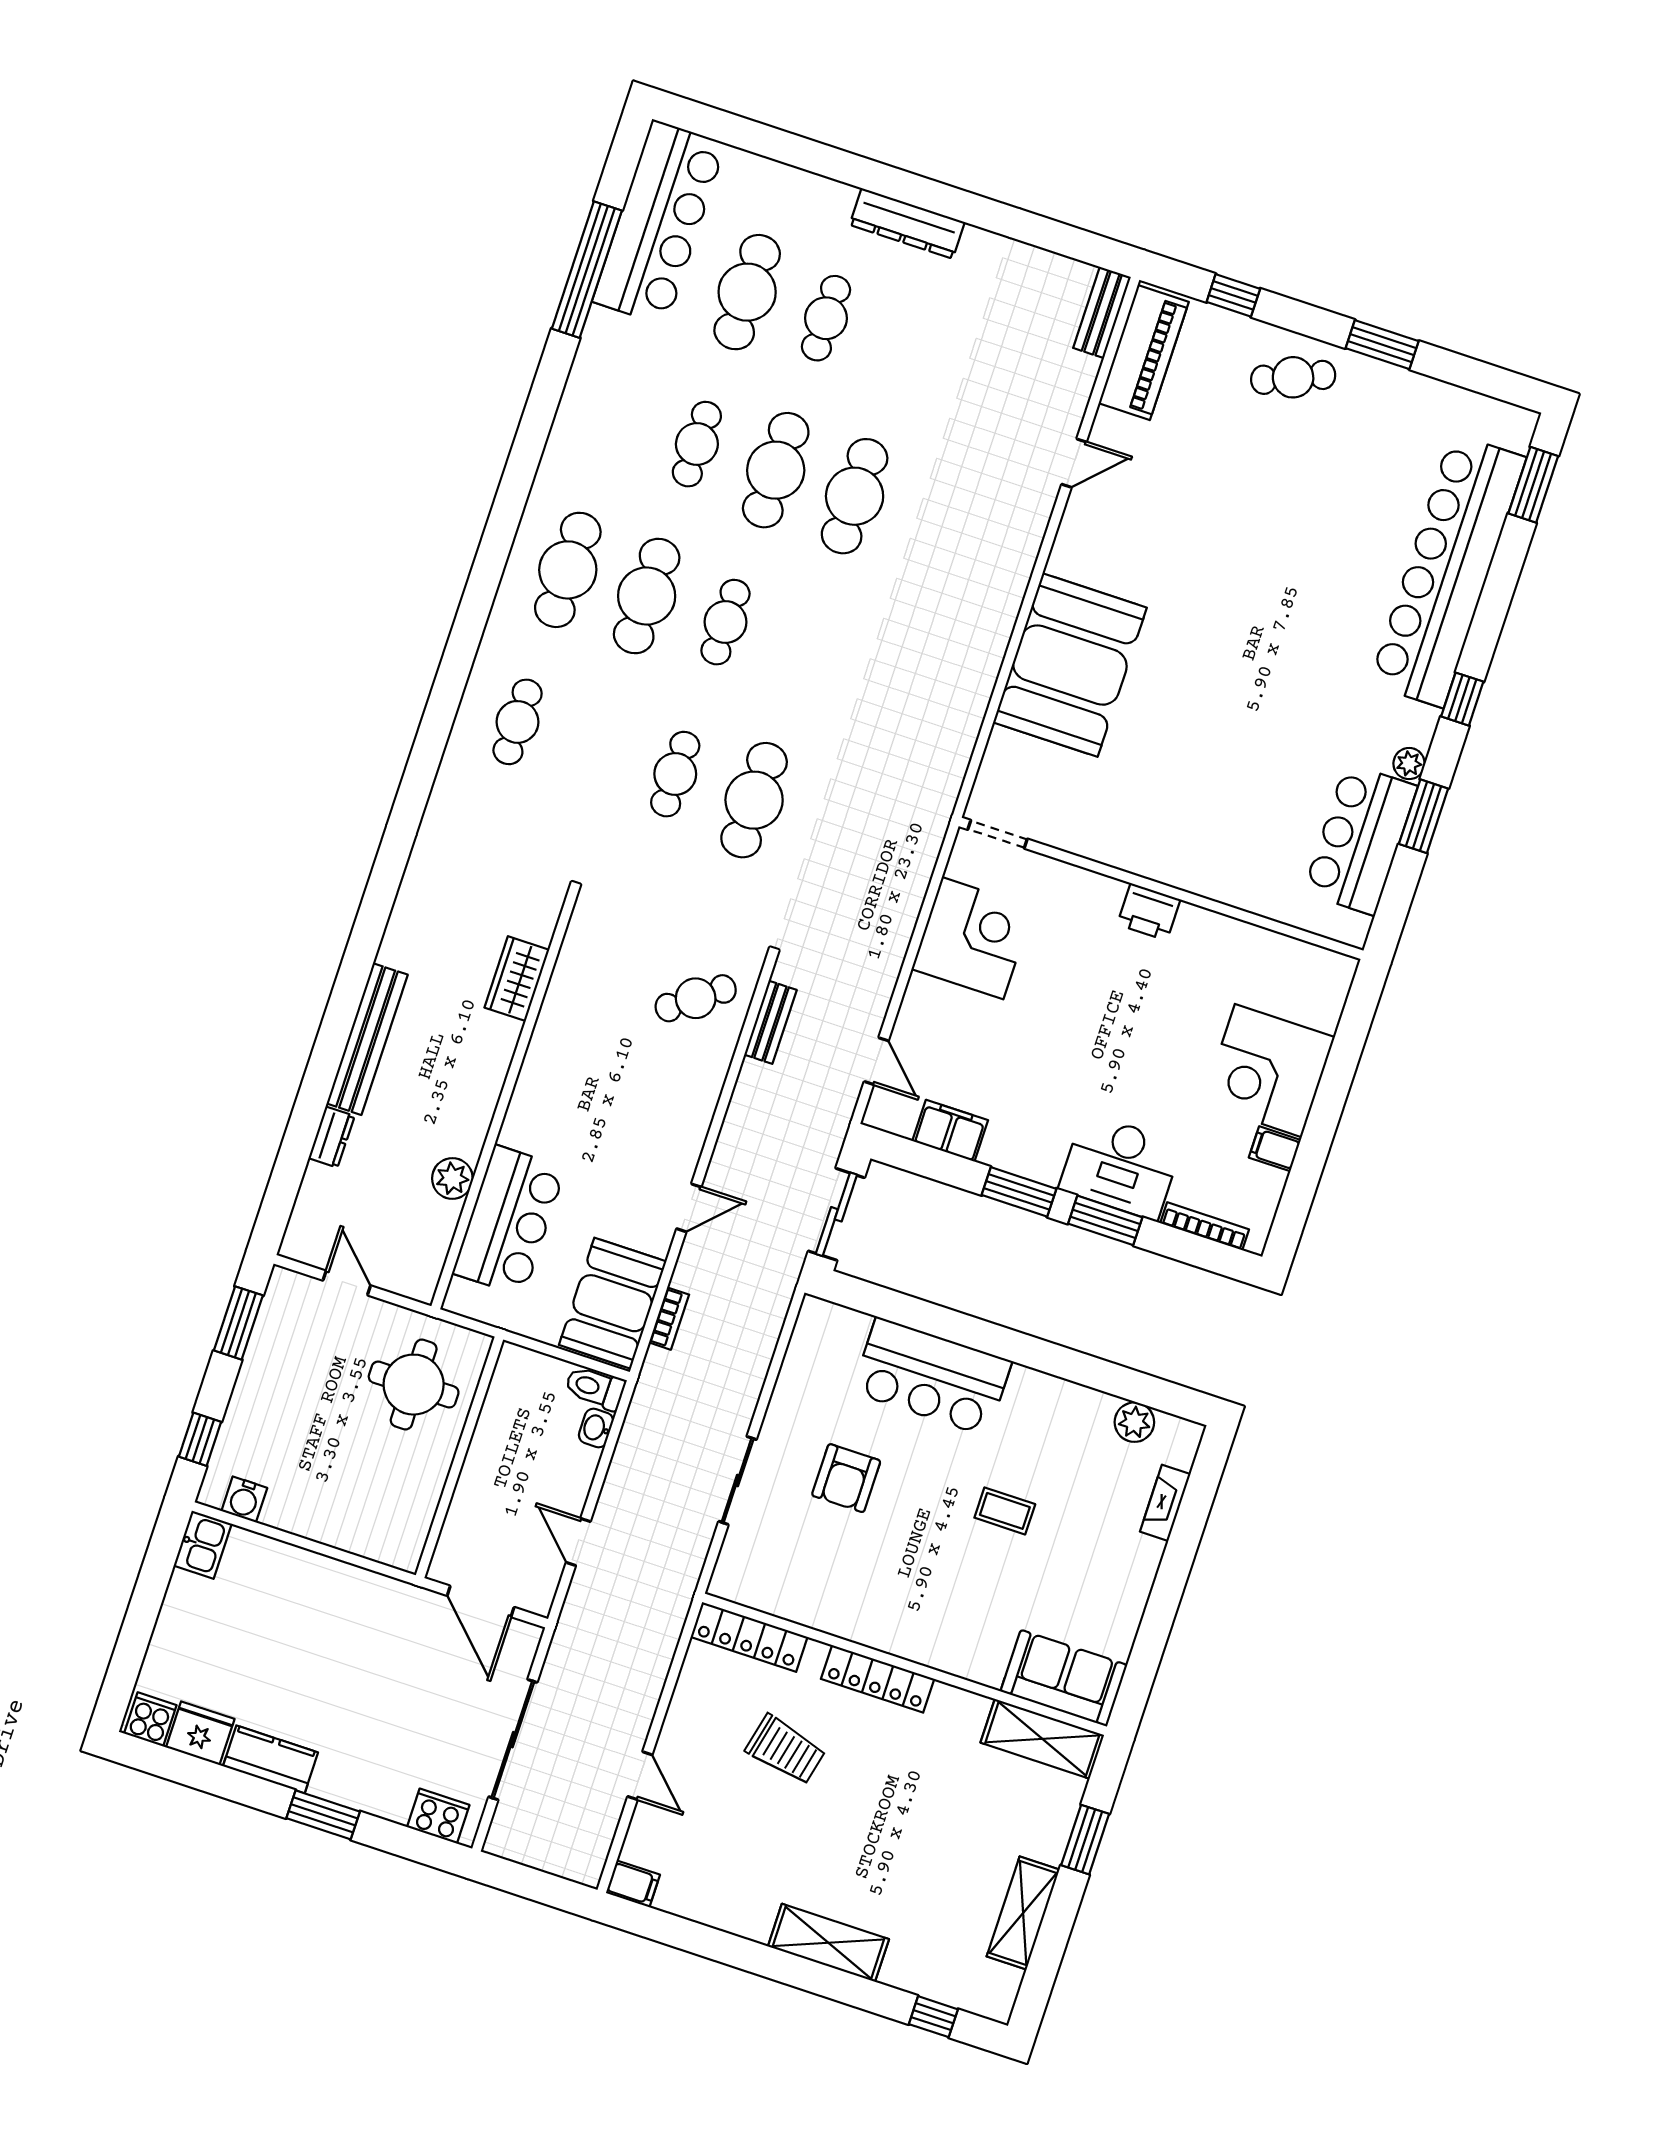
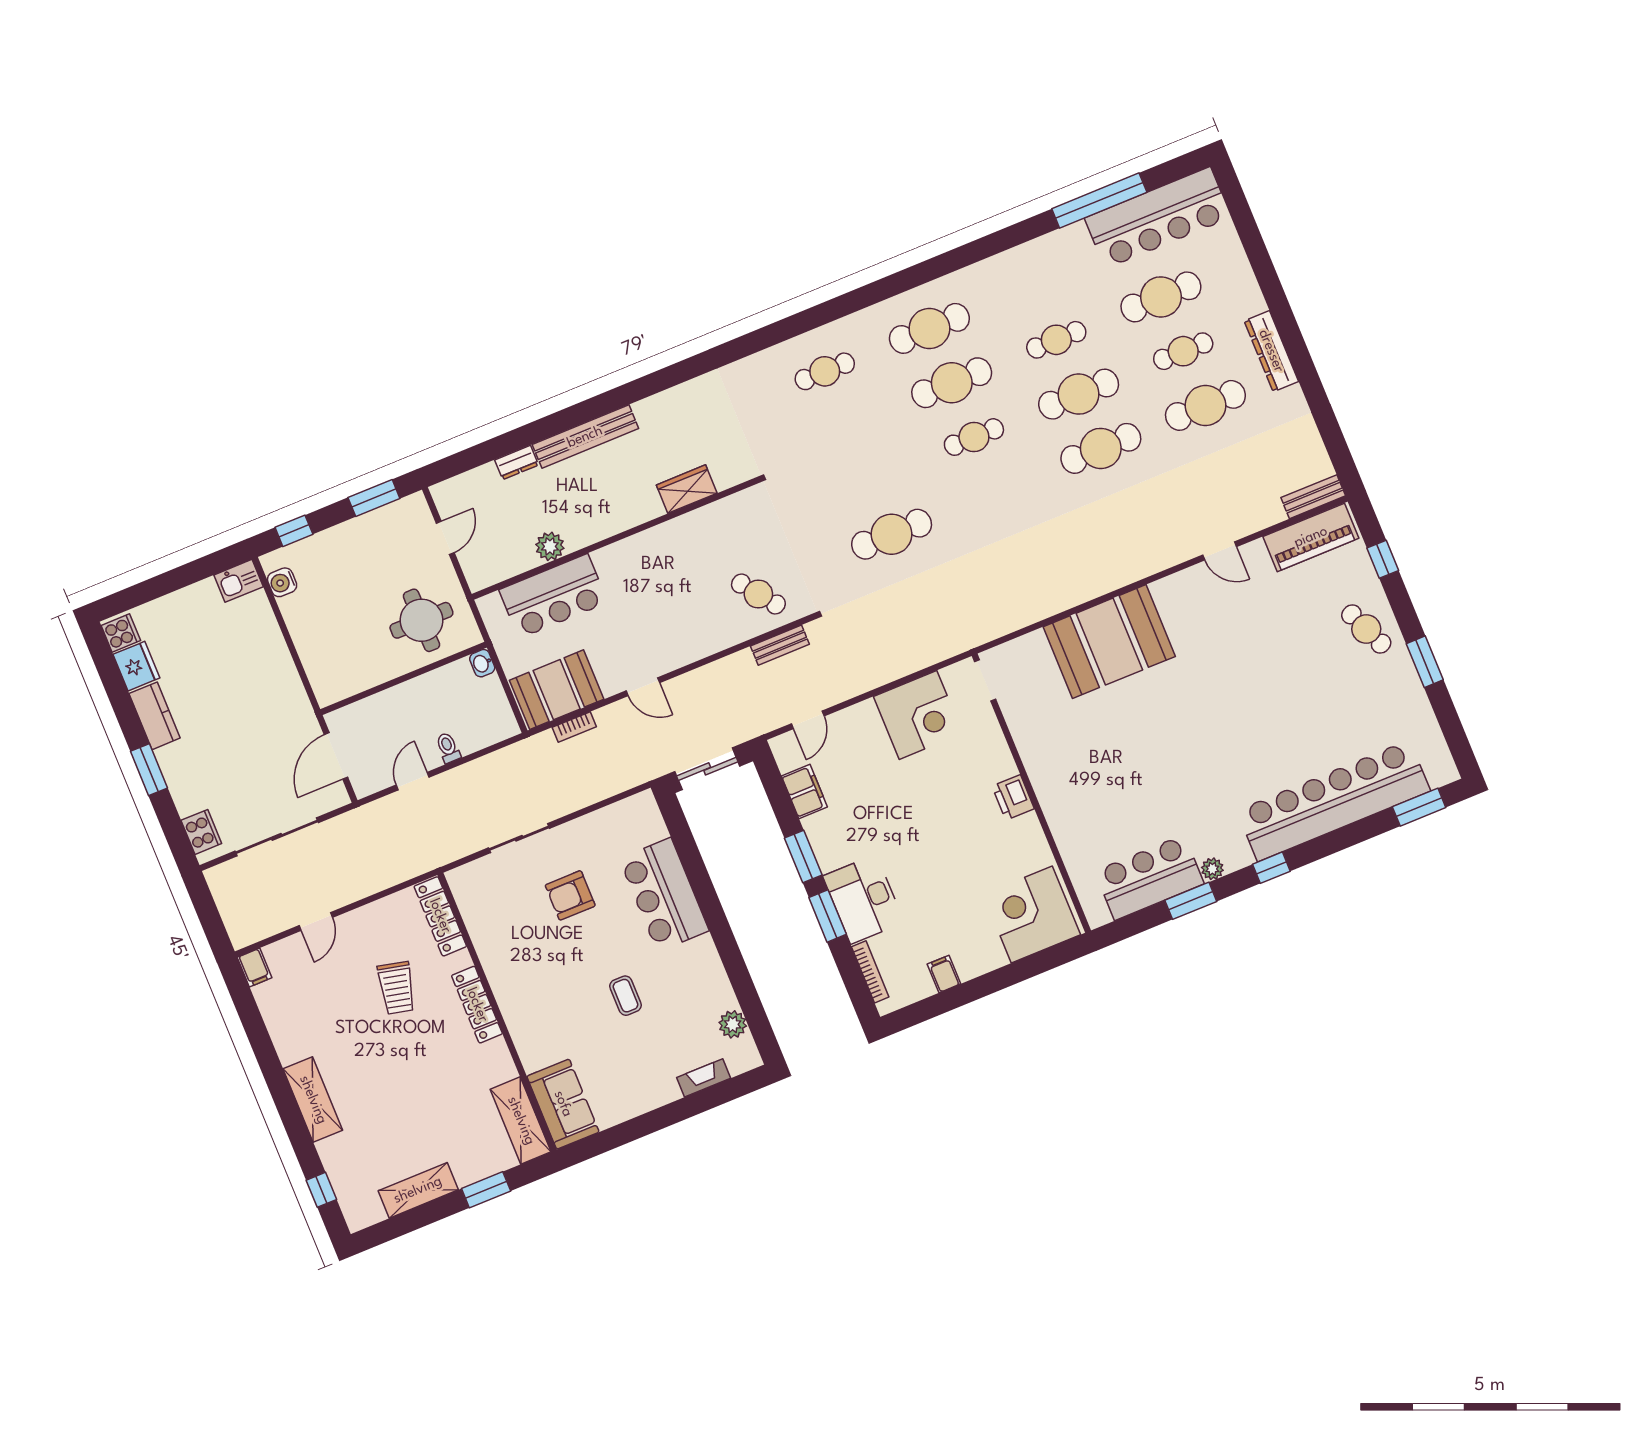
cafe table: (675, 774) -> (1205, 405), moved, width x1.37, depth x1.35
corner desk: (1268, 1071) -> (1032, 914), moved
toilet: (595, 1388) -> (448, 748), moved, width x0.73, depth x0.72
washbasin: (596, 1428) -> (482, 663), moved, turned -90

